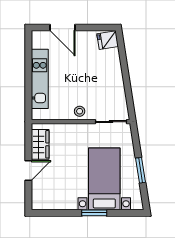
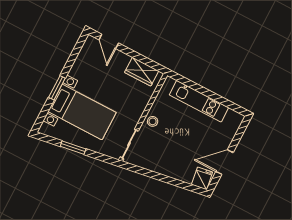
door: (62, 27) -> (225, 162), moved
door: (28, 170) -> (109, 41), moved

